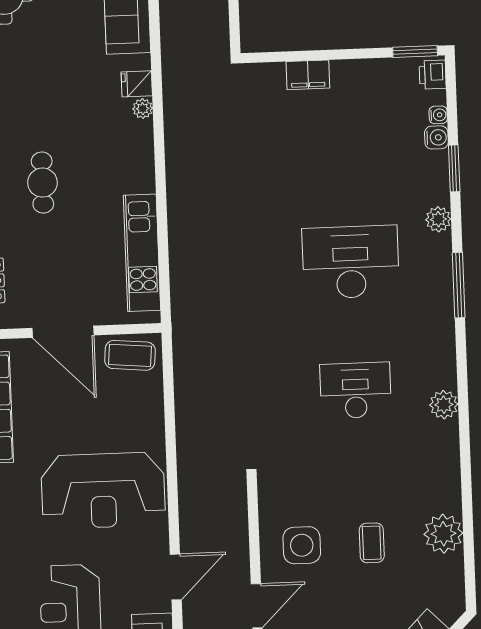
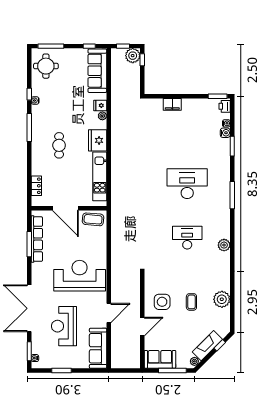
fridge: (134, 167) -> (98, 140), added
plant: (438, 219) -> (225, 167), removed
reception desk: (103, 490) -> (80, 276), turned 180

